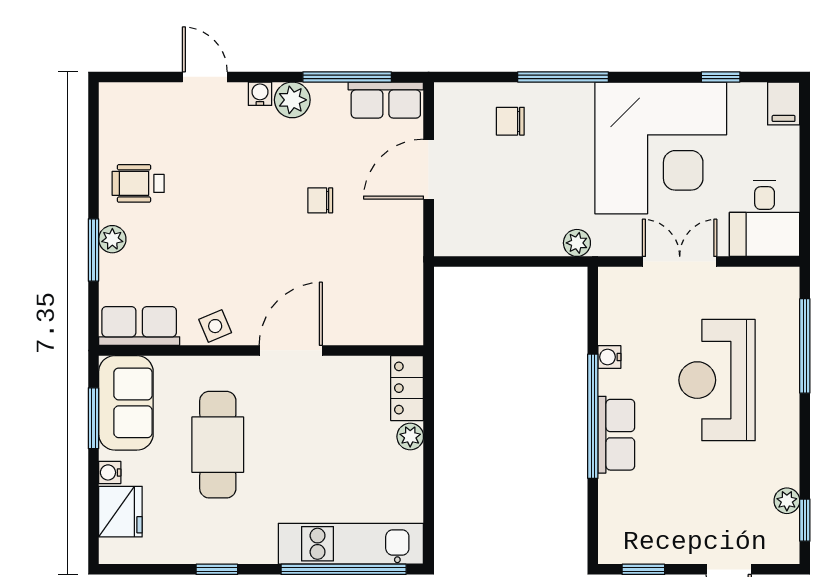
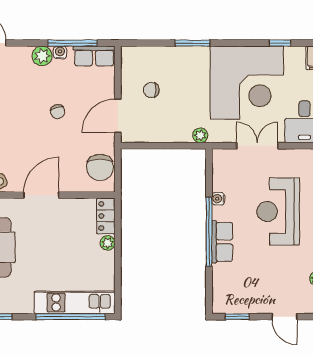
window: (563, 77) -> (192, 43), width x0.69
water cooler: (260, 94) -> (60, 52), moved
chair: (510, 121) -> (151, 90), moved
door: (429, 169) -> (118, 116), moved
chair: (320, 200) -> (58, 112), turned -104
chair: (397, 301) -> (100, 167), added

